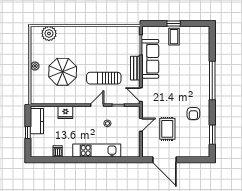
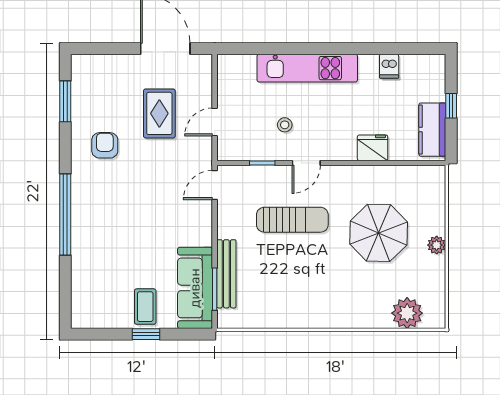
sofa: (150, 59) -> (195, 288), moved
bench: (135, 68) -> (226, 274), moved, width x1.36
door: (141, 95) -> (215, 185), swing flipped

